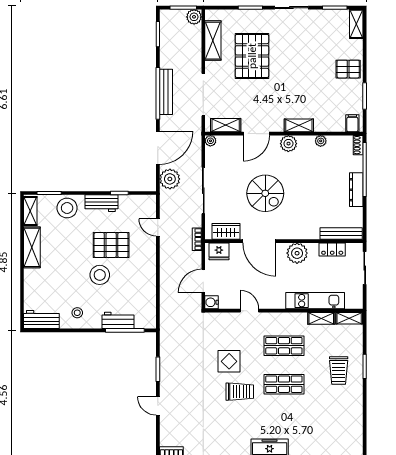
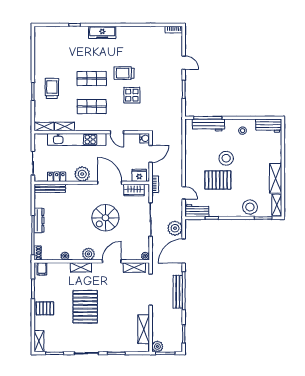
pallet: (252, 56) -> (85, 307), moved
spiral stairs: (265, 193) -> (105, 218), turned -90
workbench: (102, 203) -> (197, 211), moved
kitchen unit: (315, 301) -> (77, 139), width x1.36
workbench: (118, 320) -> (208, 125), width x1.37

